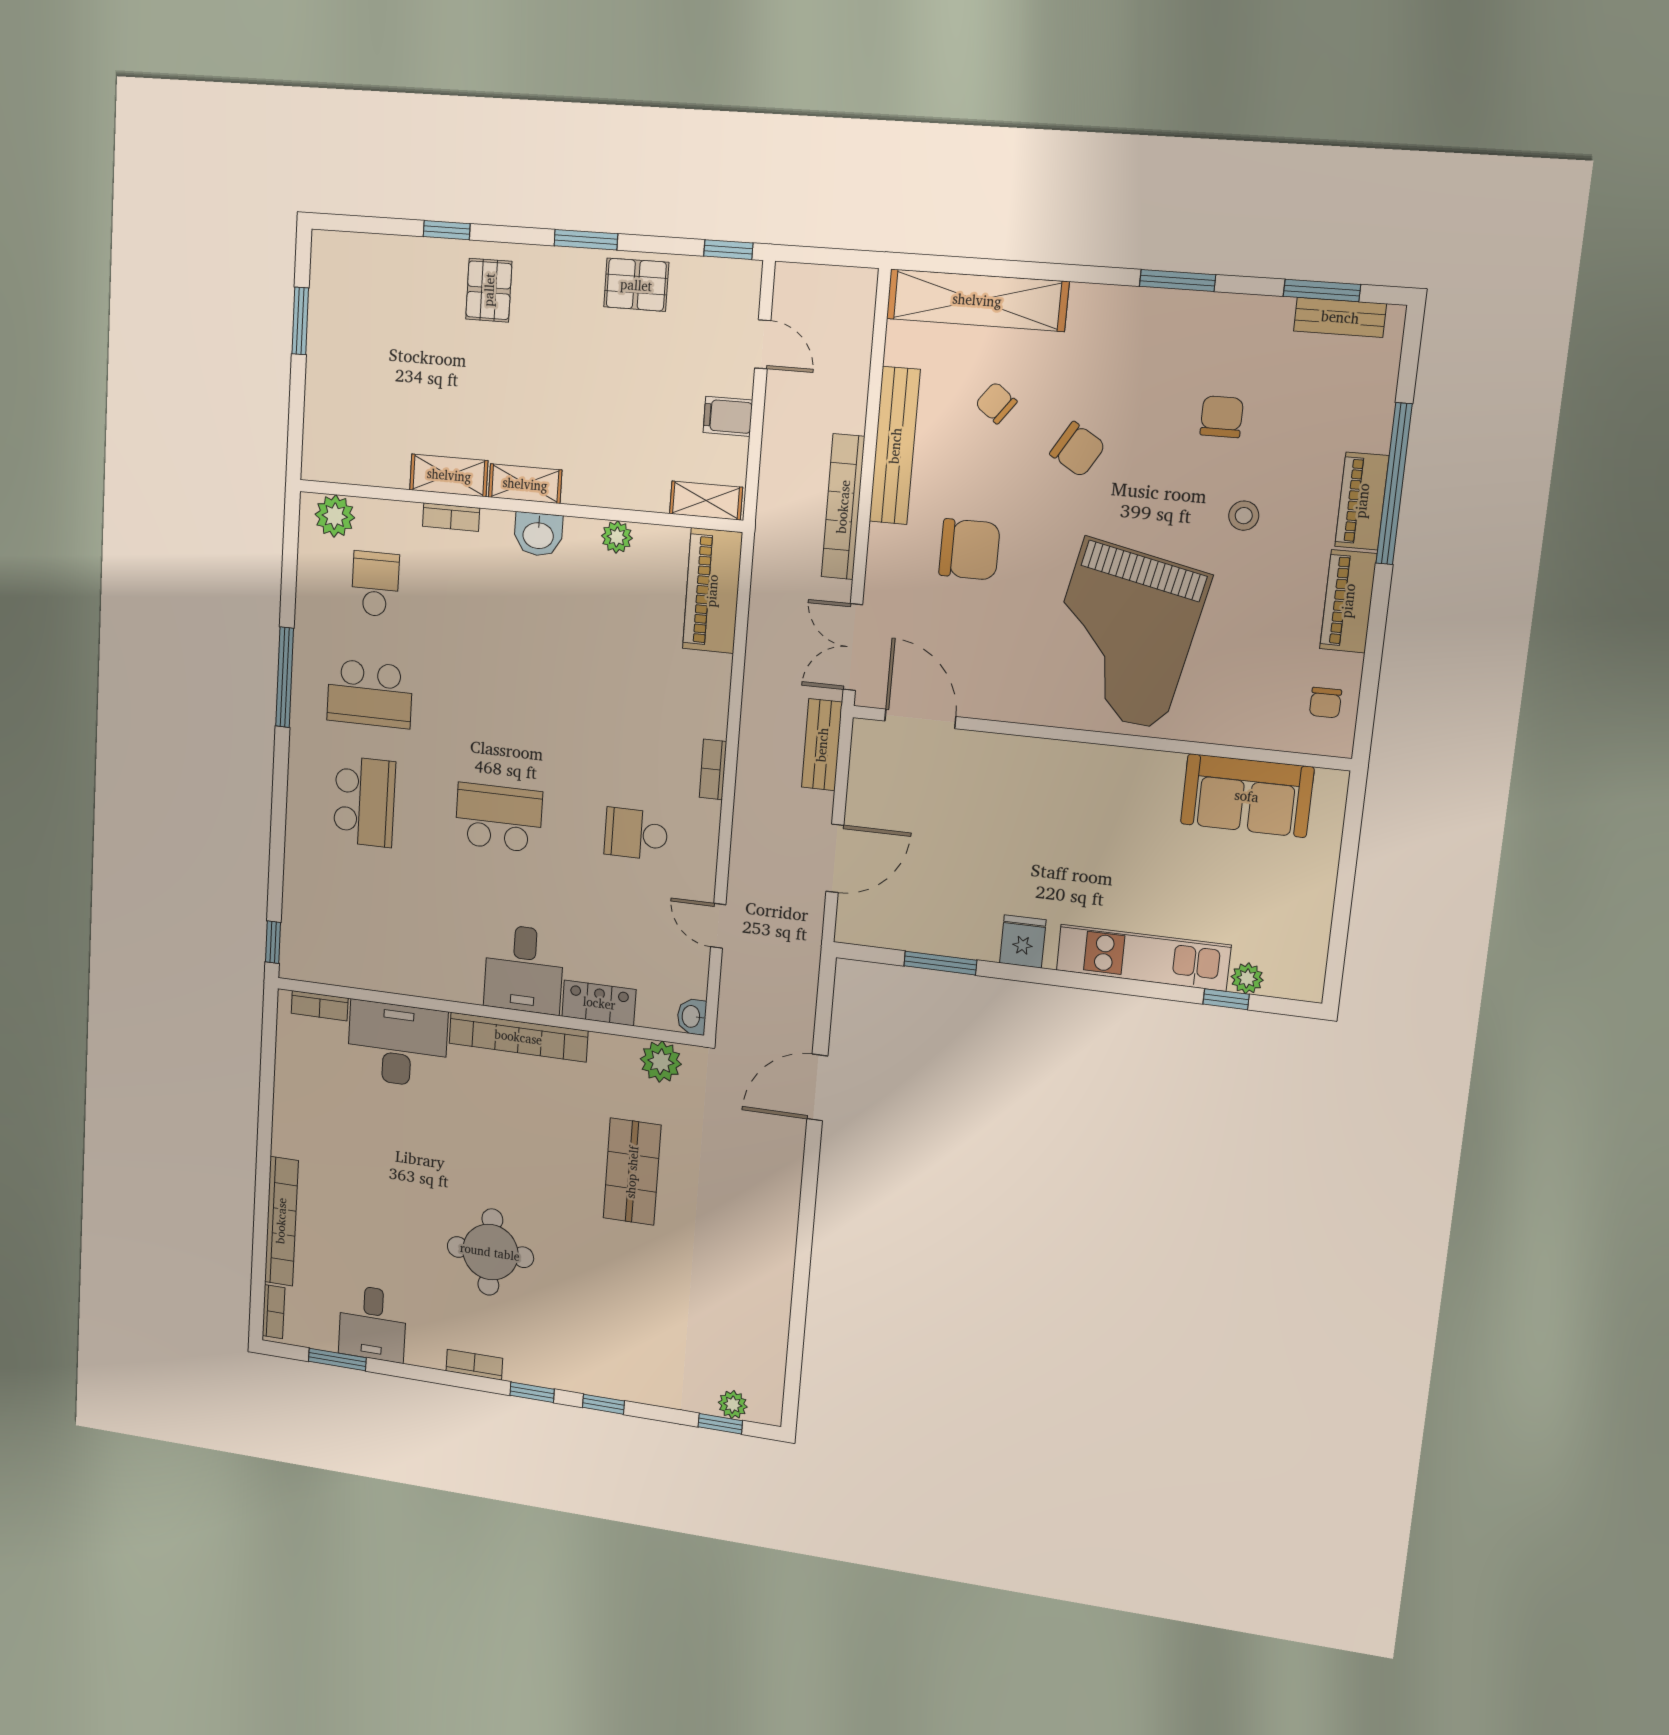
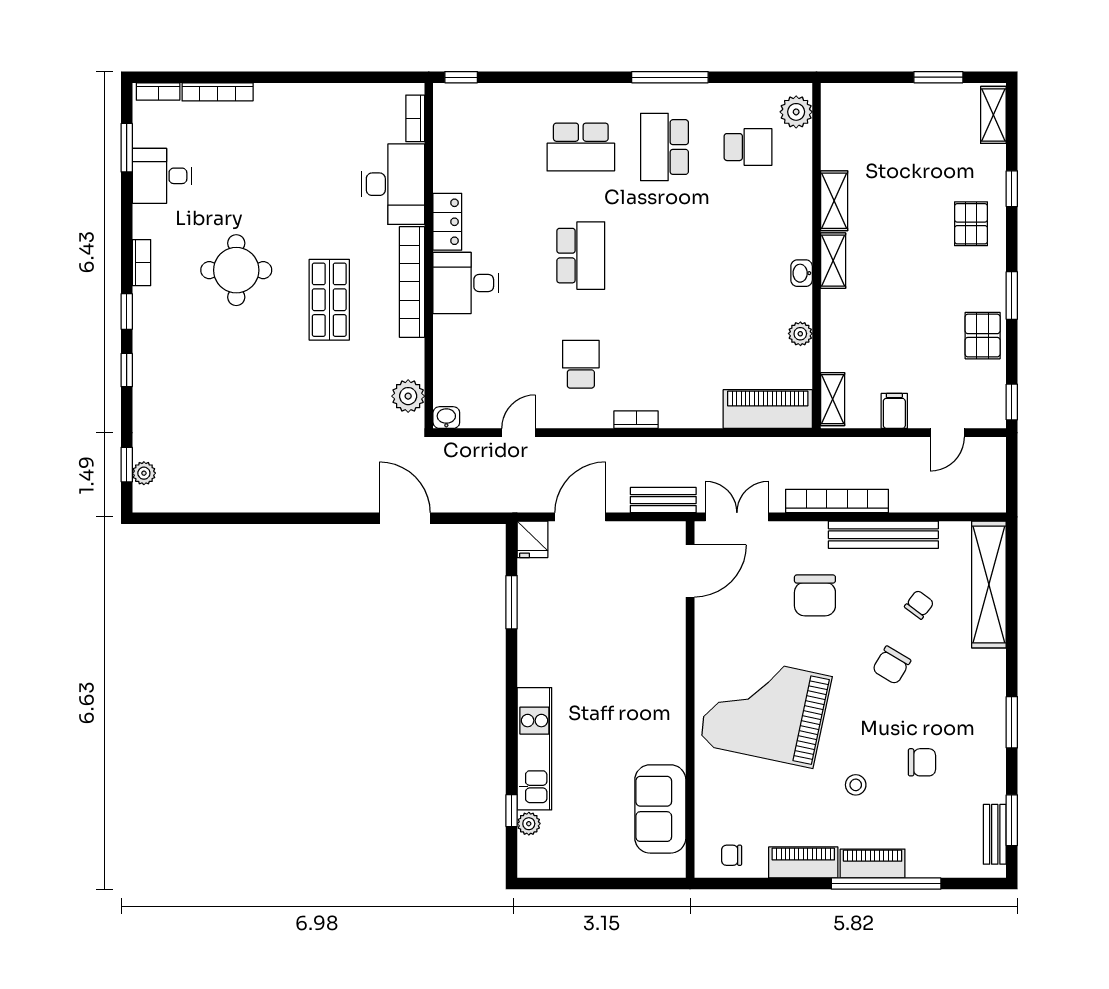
shelving: (351, 249) -> (993, 115), added
pallet: (489, 290) -> (971, 224), turned 90
bookcase: (451, 517) -> (803, 204), removed
washbasin: (538, 534) -> (802, 273), width x0.72, depth x0.69
door: (835, 858) -> (580, 517), swing flipped
fridge: (1023, 941) -> (533, 539), moved, turned 90
locker: (599, 1003) -> (447, 222), moved
shop shelf: (632, 1172) -> (329, 300), moved, turned 90
bookcase: (281, 1221) -> (218, 92), width x0.68, depth x0.76

